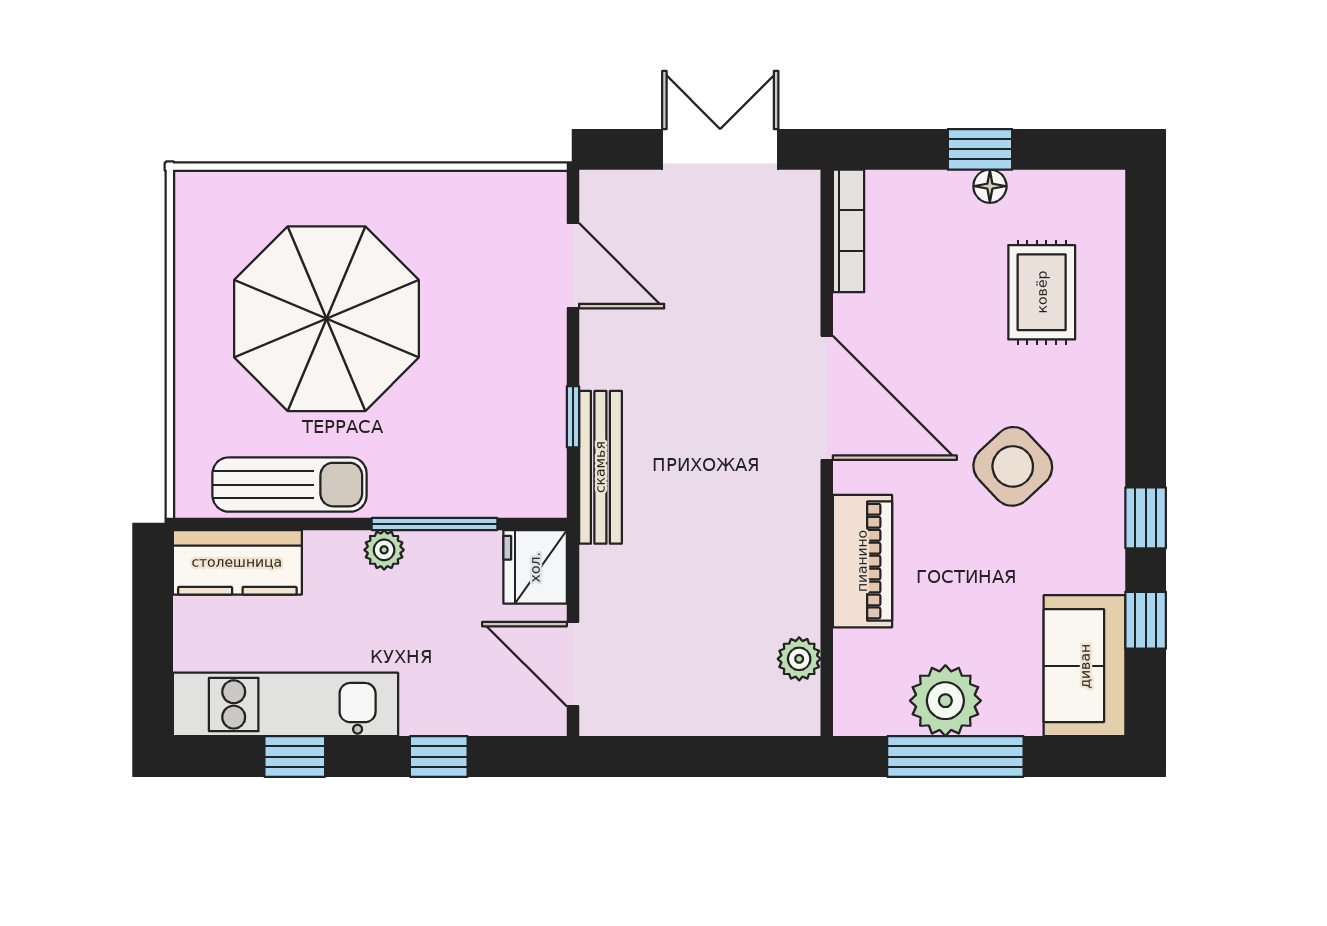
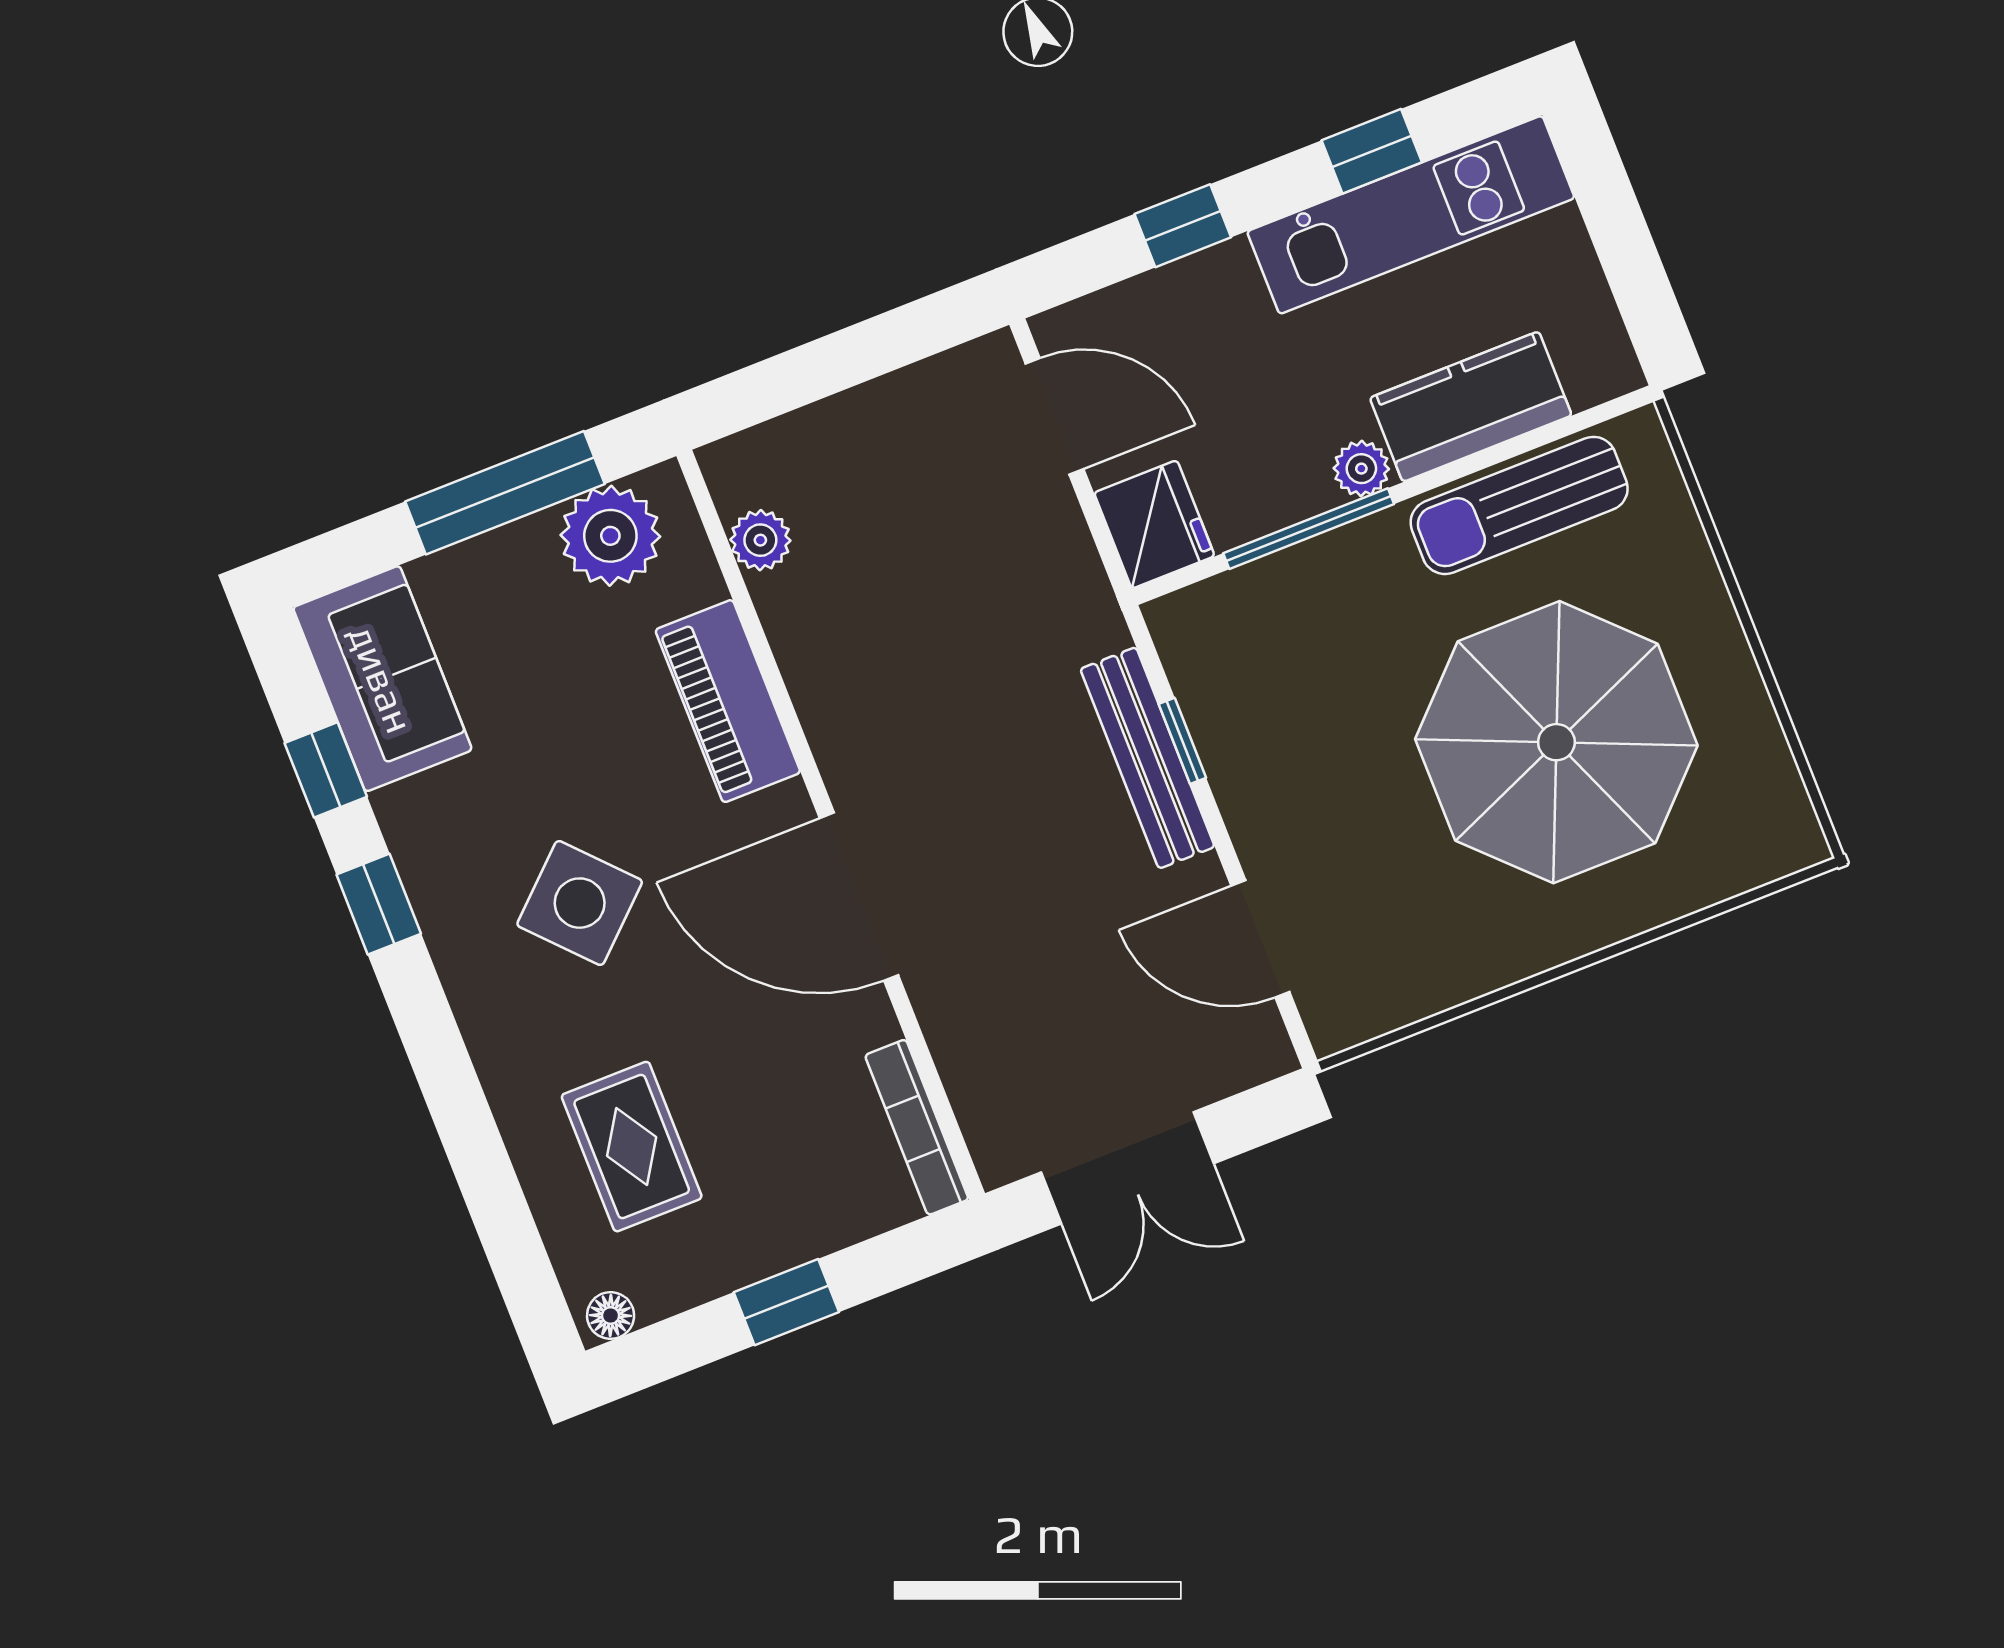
floor lamp: (990, 186) -> (611, 1316), moved
bench: (600, 467) -> (1147, 758), moved
kitchen counter: (237, 562) -> (1471, 407), moved
plant: (945, 701) -> (610, 536), moved

